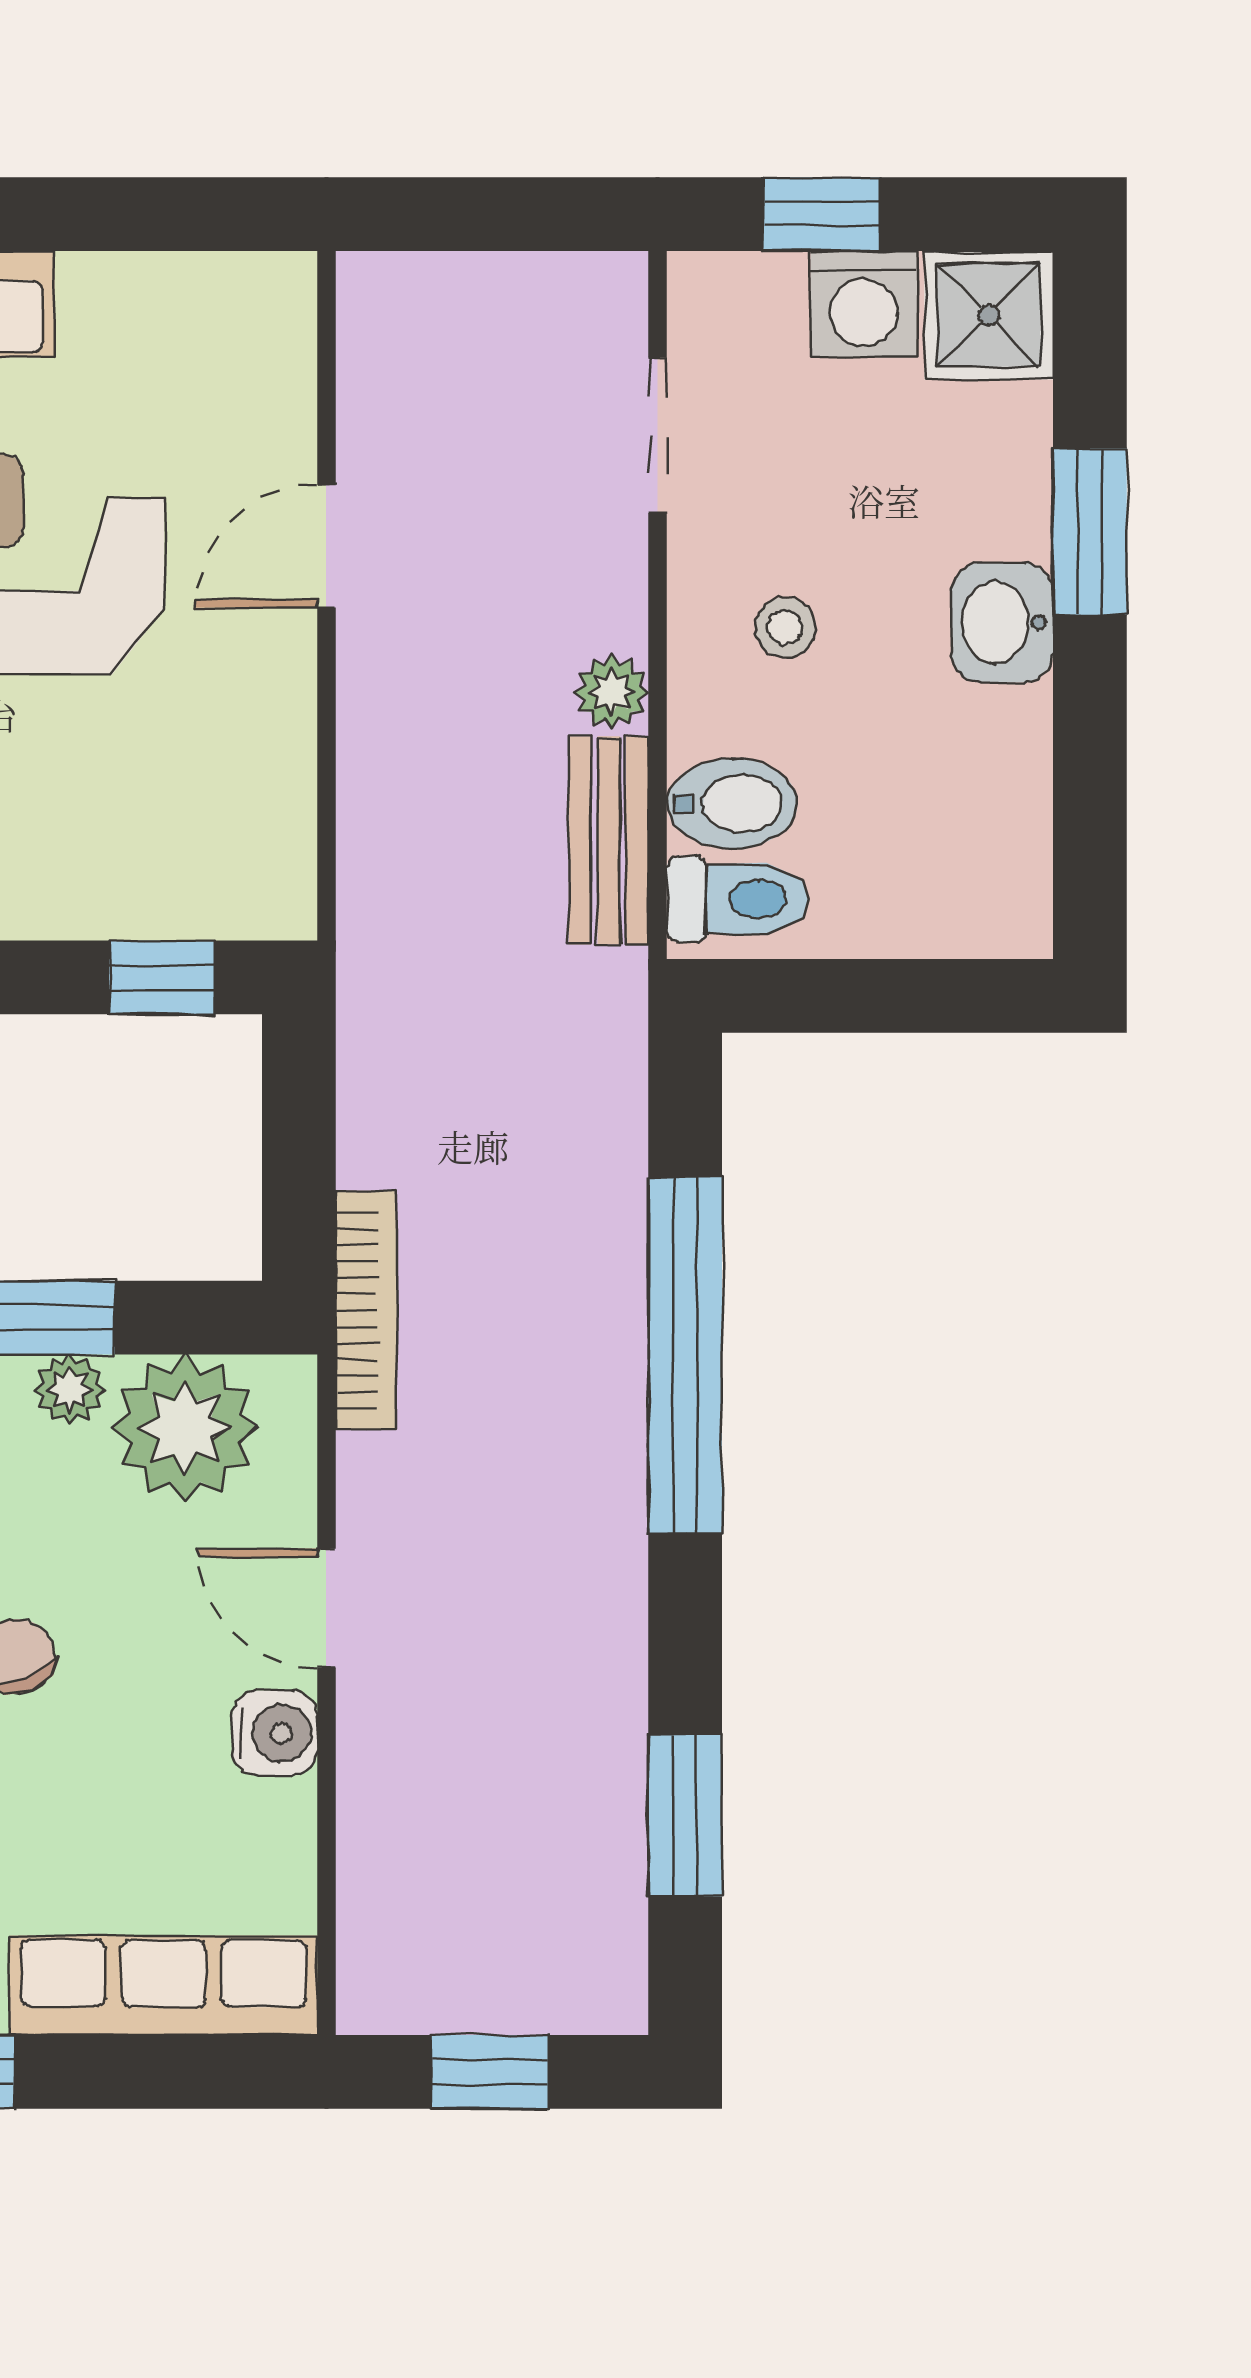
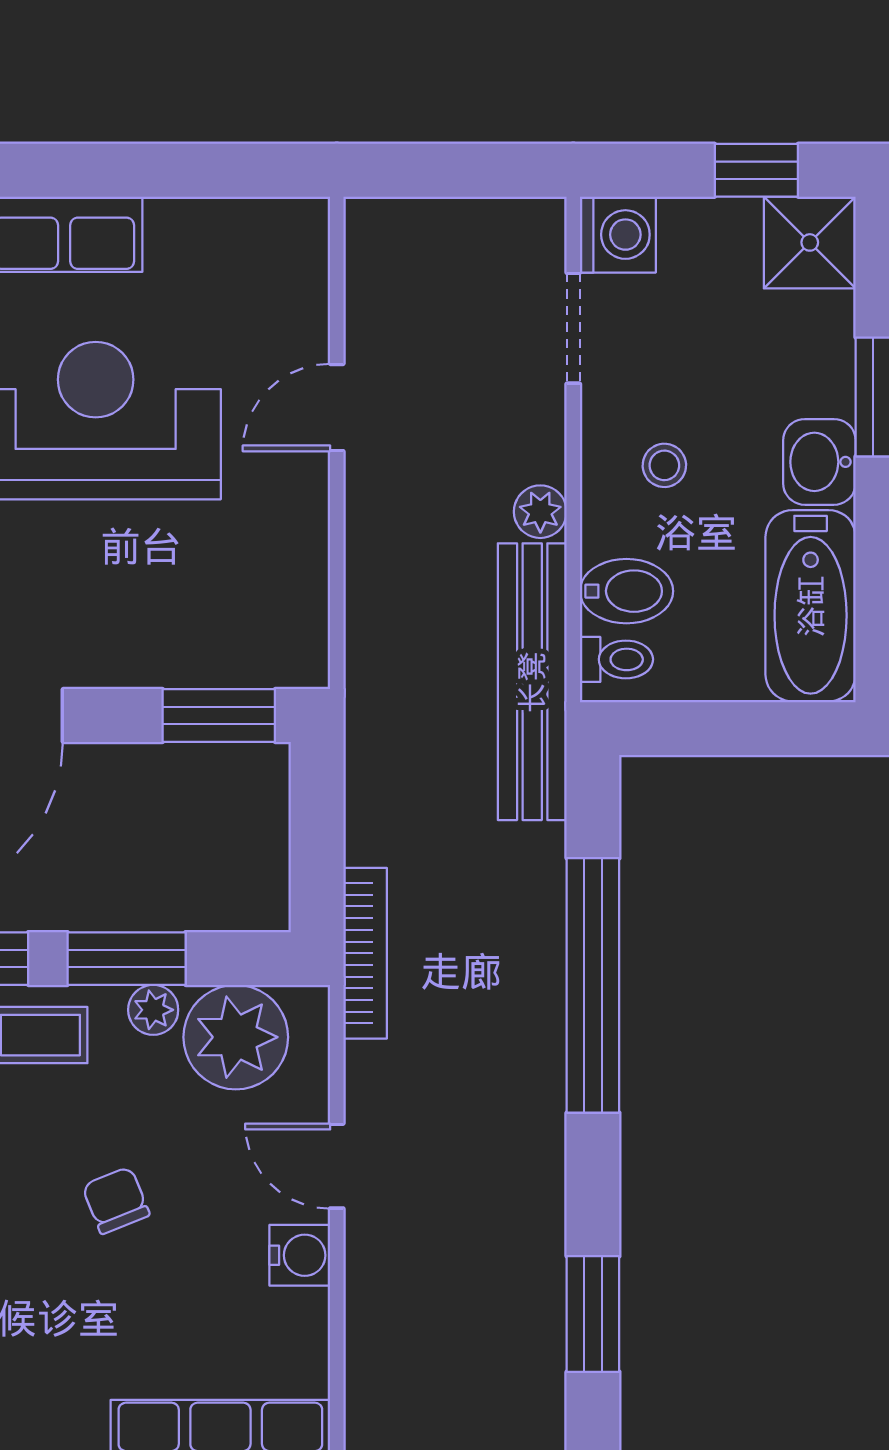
window: (821, 214) -> (756, 170), moved
washing machine: (864, 304) -> (618, 235), moved, turned -90
bathtub: (990, 824) -> (811, 606), added
bench: (609, 840) -> (532, 682), width x1.86, depth x1.21
toilet: (738, 899) -> (616, 659), width x0.73, depth x0.72
window: (161, 977) -> (219, 715), width x1.50

